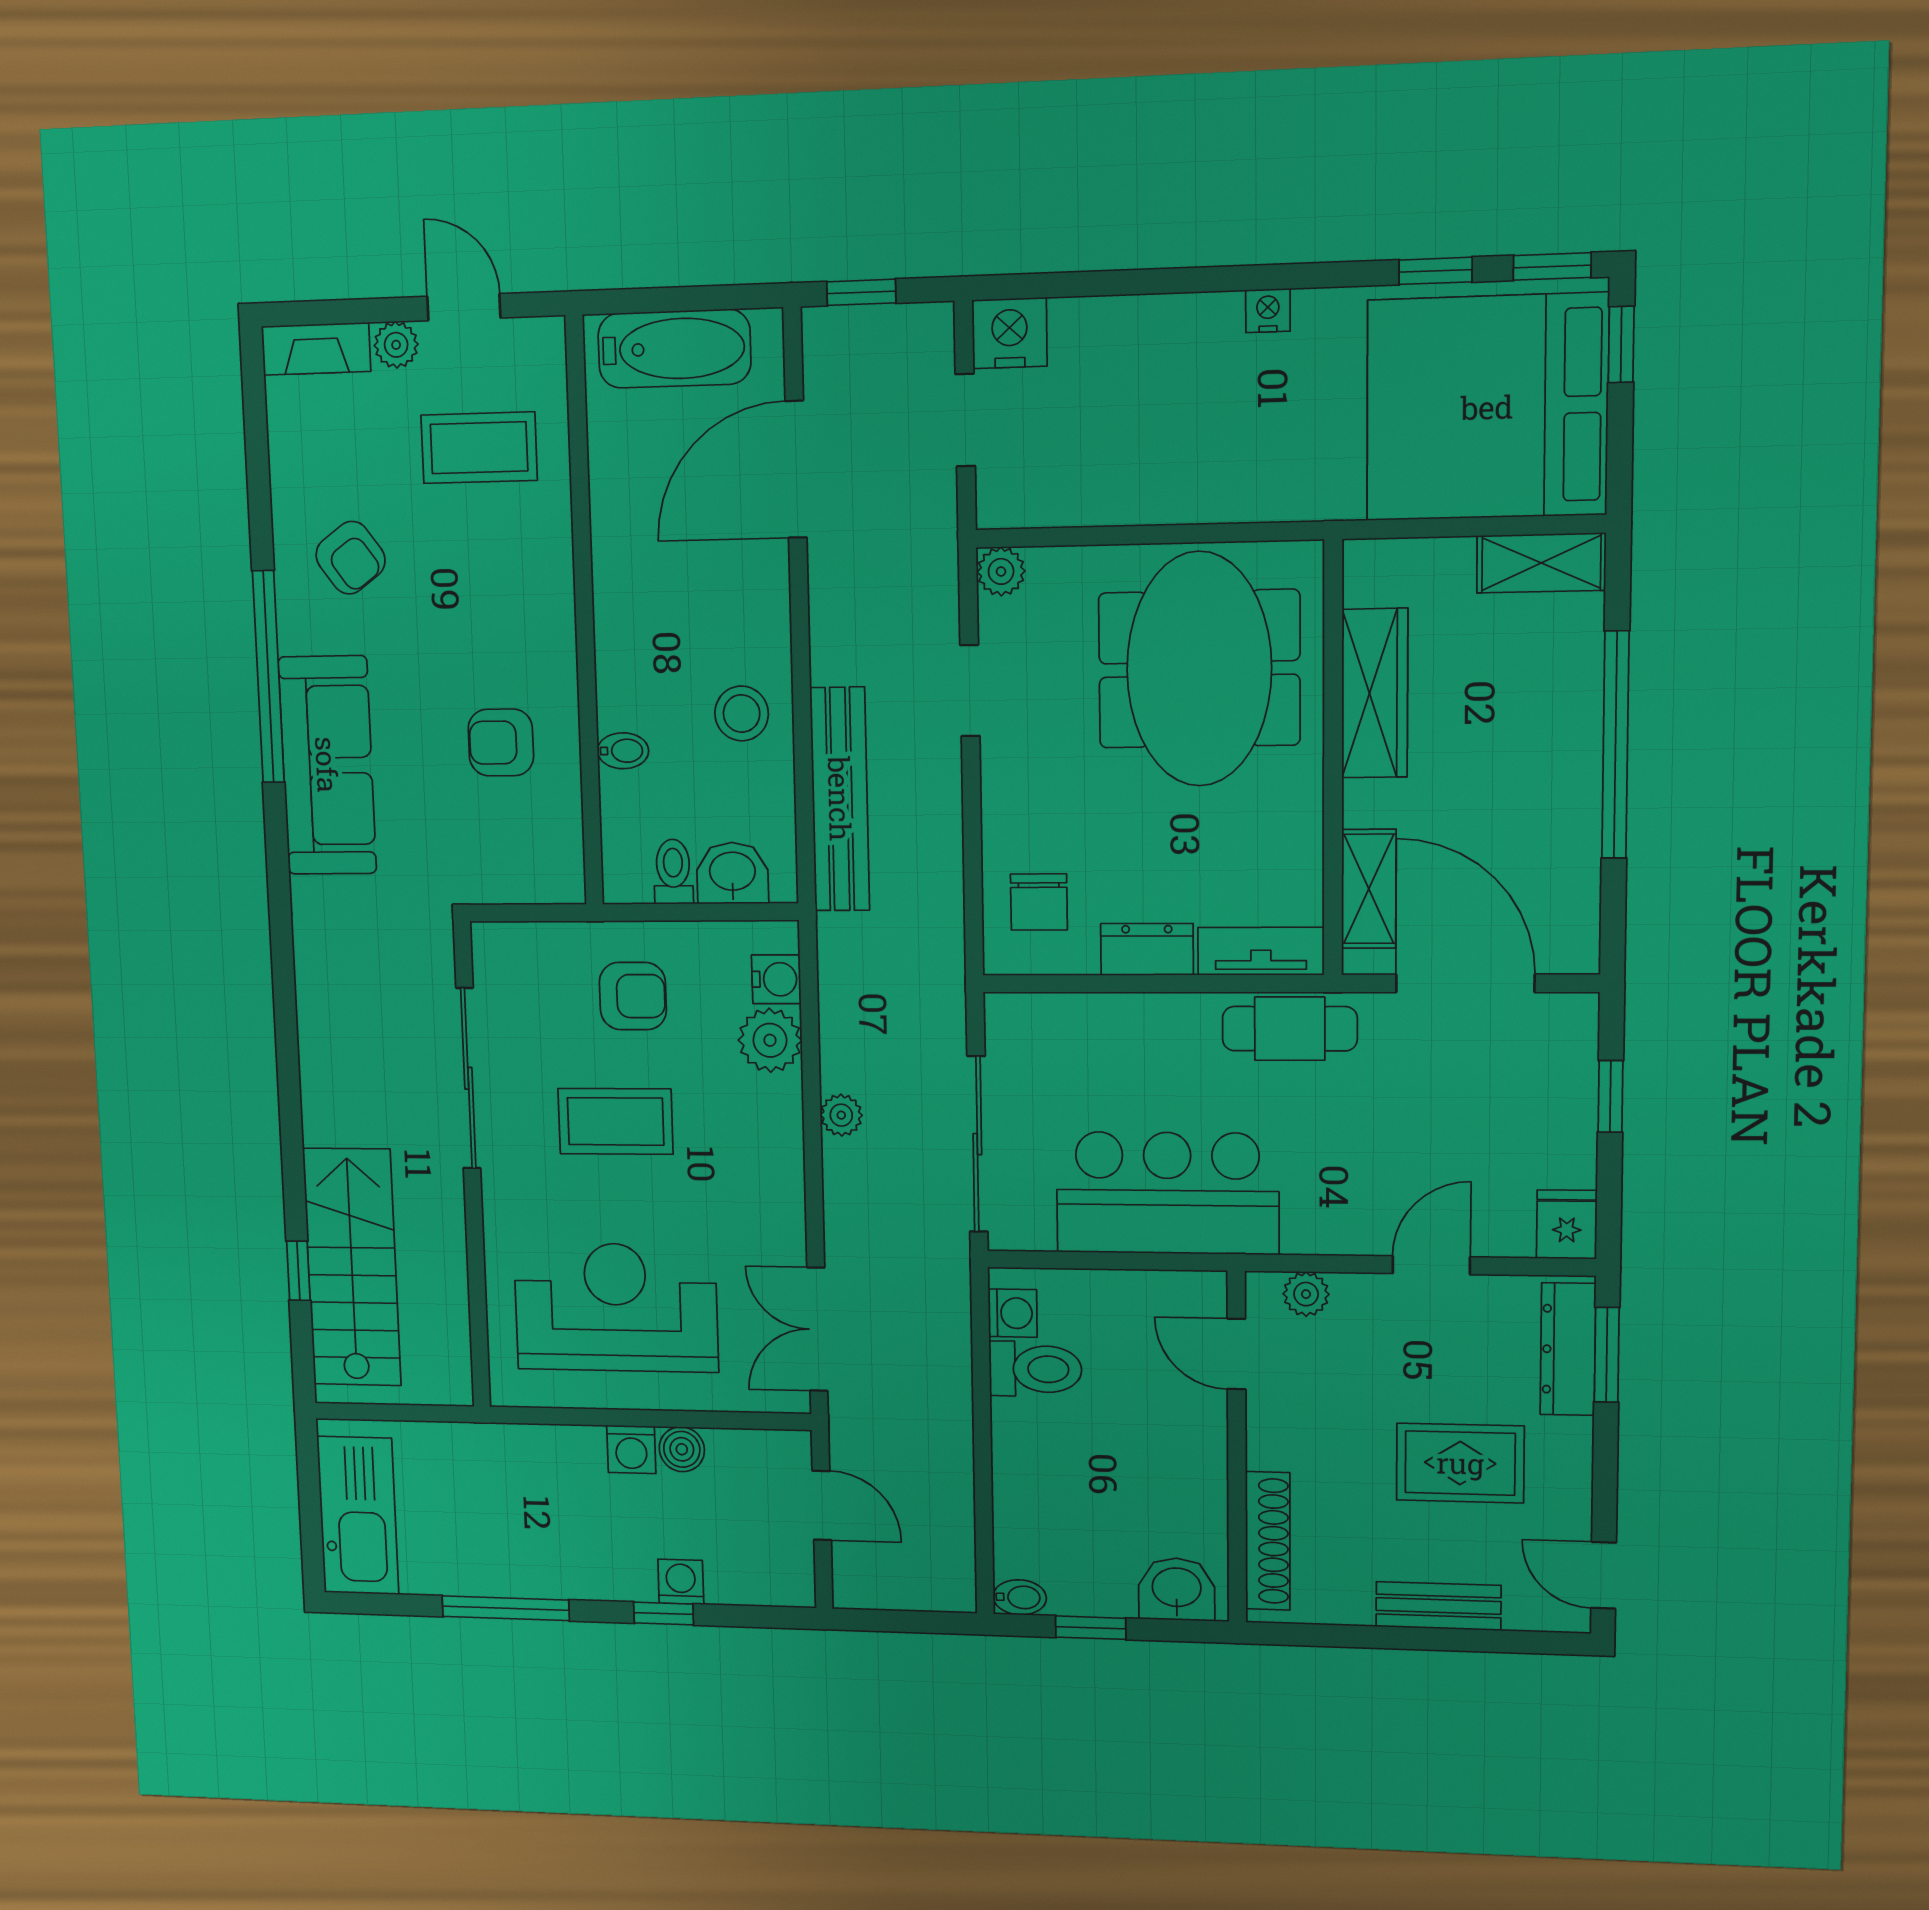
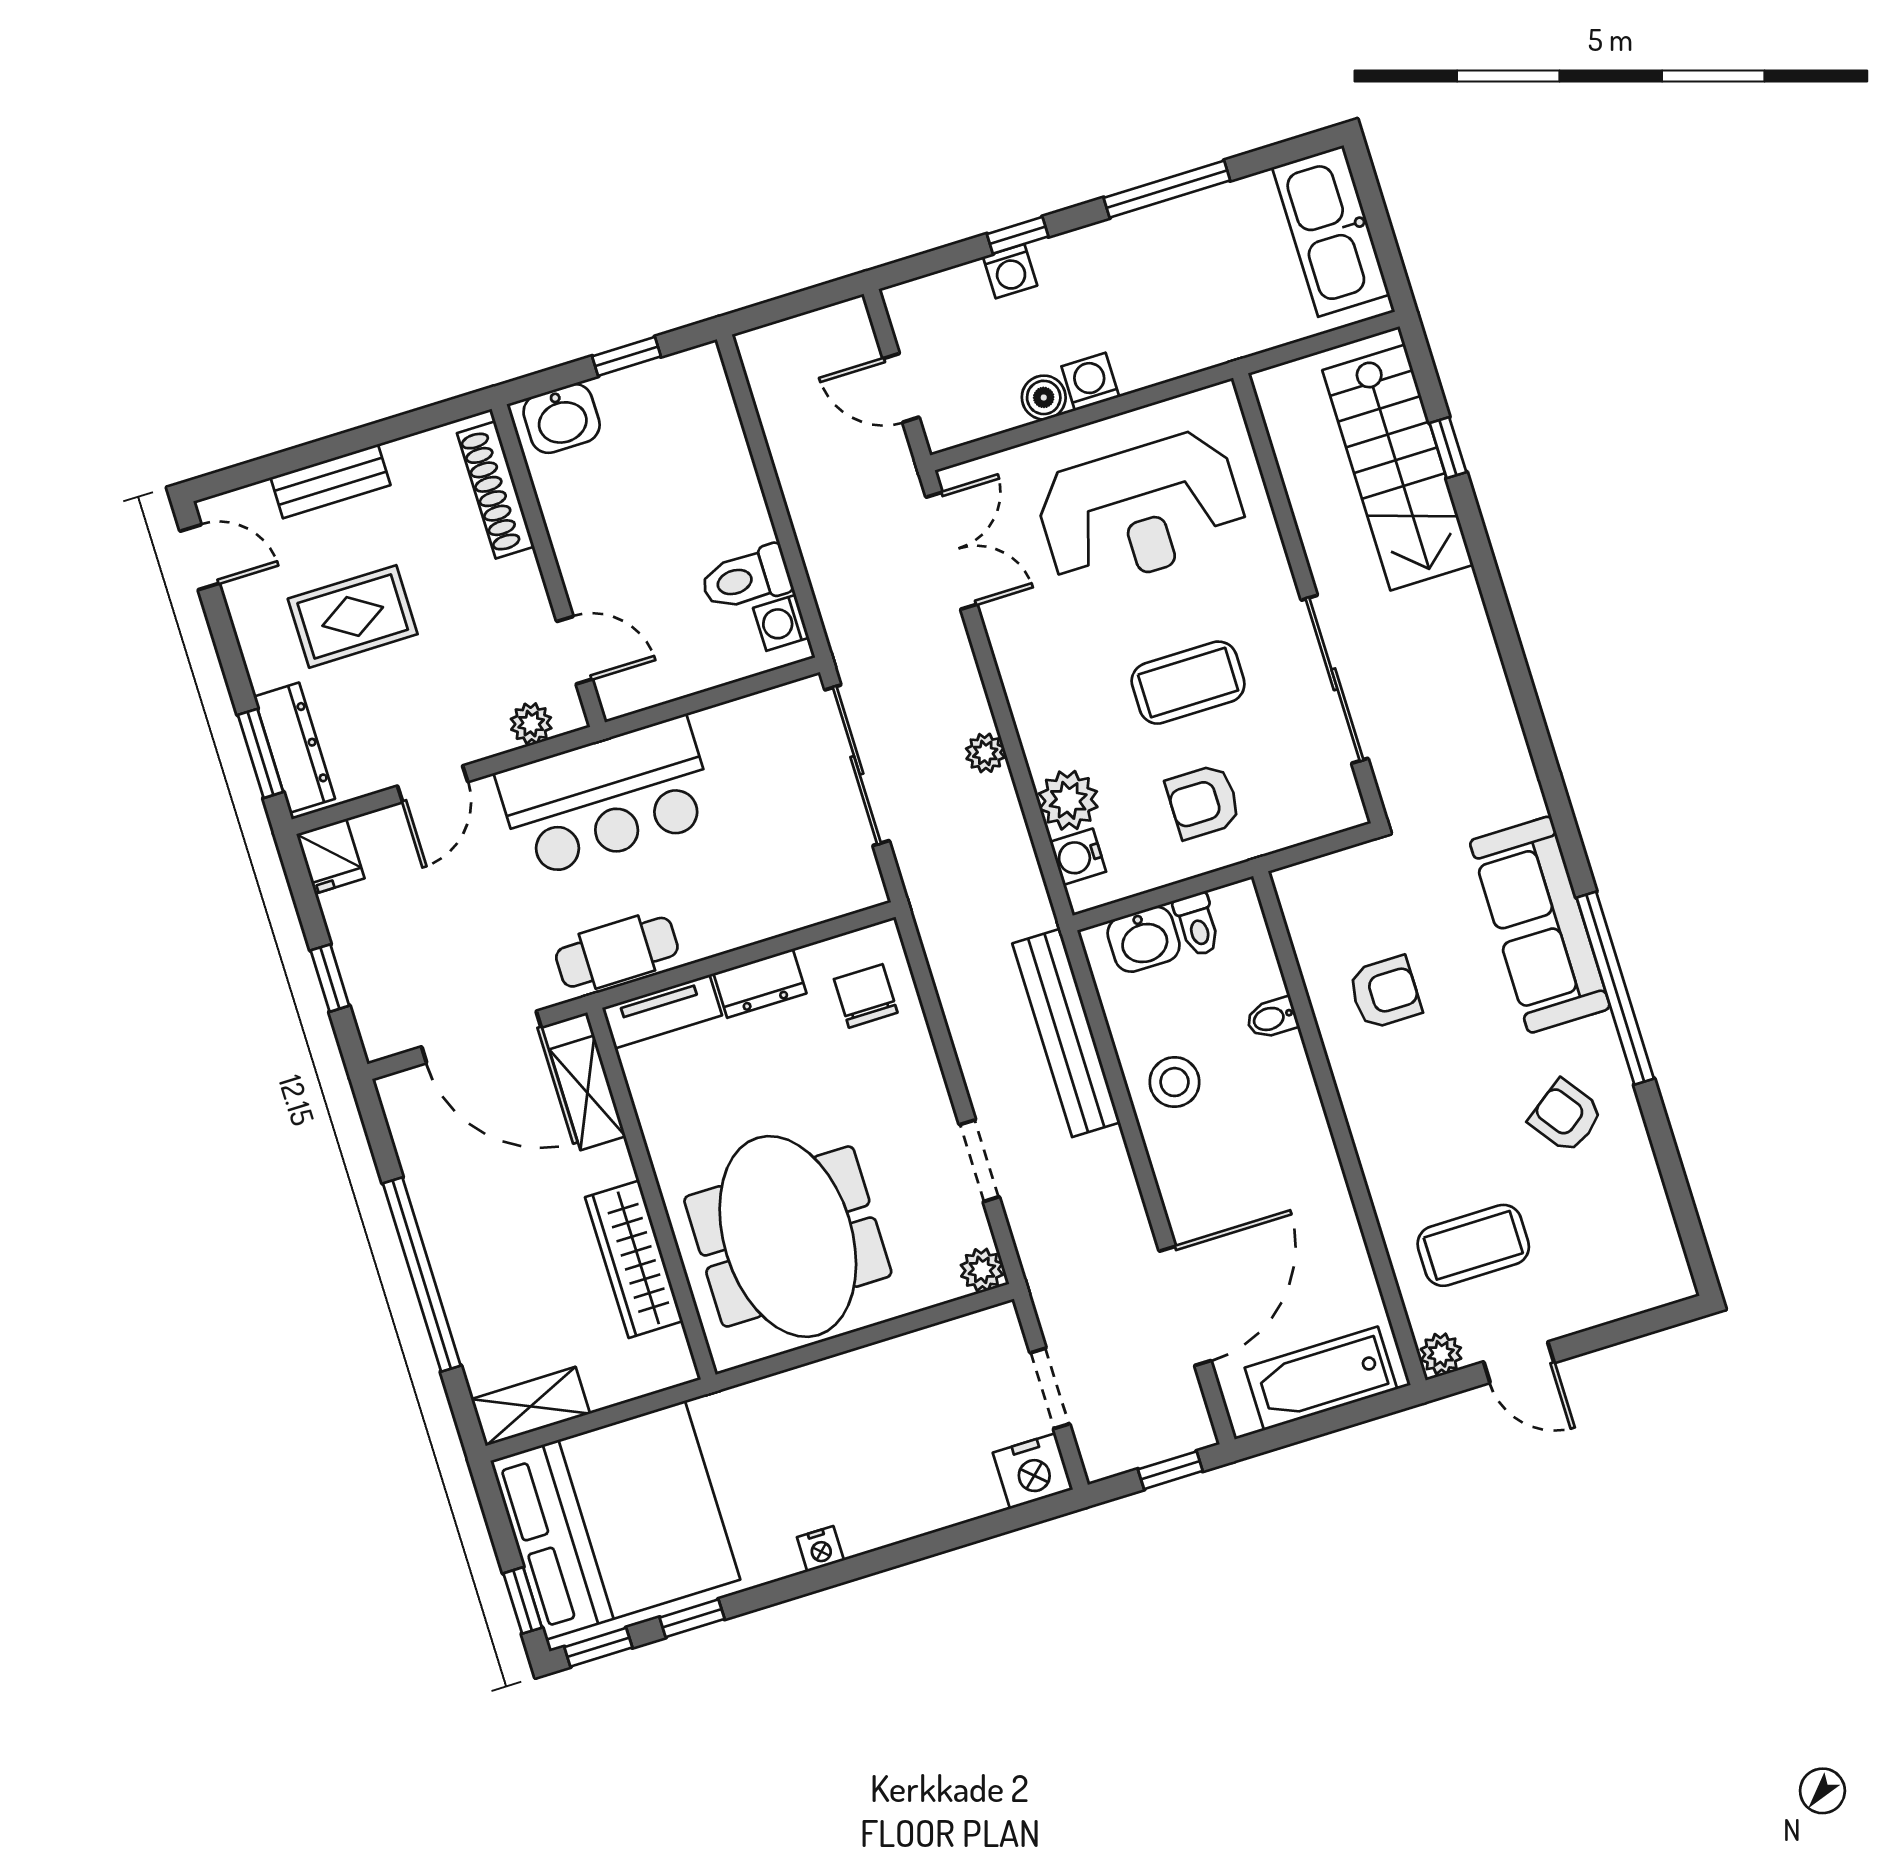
plant: (396, 345) -> (1441, 1354), moved
fireplace: (316, 349) -> (1644, 1290), removed
bar counter: (1167, 1193) -> (606, 797), moved
bidet: (1020, 1597) -> (698, 363), removed

